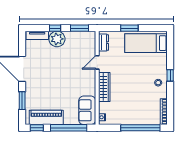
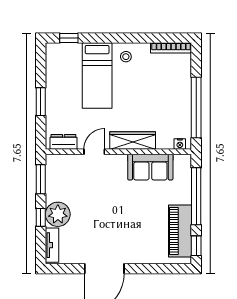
bed: (146, 43) -> (97, 76), moved
door: (97, 62) -> (94, 152), swing flipped
window: (170, 75) -> (69, 38), moved
window: (22, 101) -> (154, 269), removed
sofa: (87, 110) -> (150, 167), moved
window: (140, 128) -> (196, 108), moved

